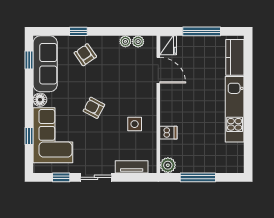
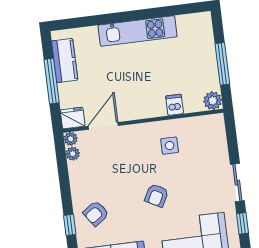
plant: (125, 41) -> (71, 139), moved
kitchen counter: (235, 57) -> (65, 60), moved, turned -90
tv unit: (132, 167) -> (220, 143), removed

